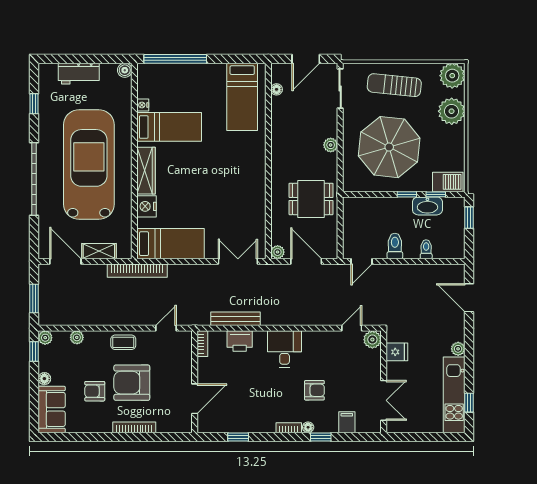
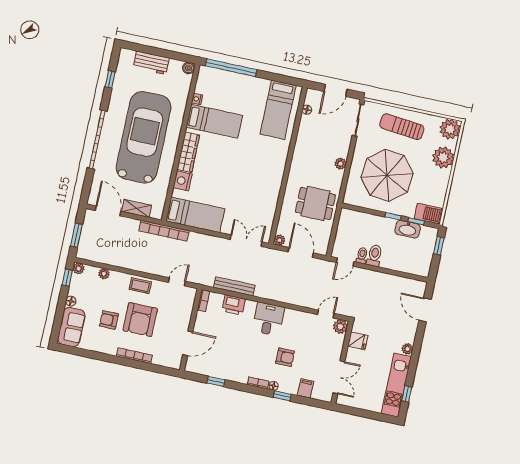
toilet: (426, 249) -> (362, 256), moved
armchair: (132, 383) -> (140, 320), turned -90

